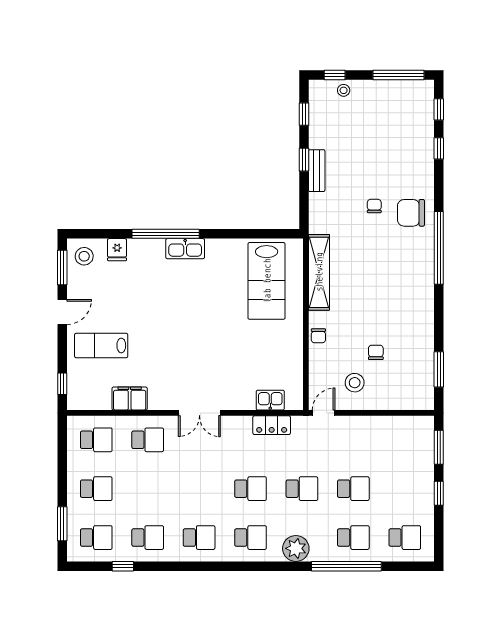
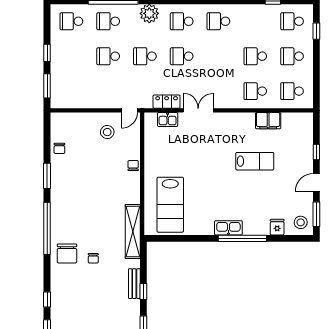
chair: (411, 213) -> (67, 253), turned 90
shelving: (319, 272) -> (133, 232), moved
lab bench: (267, 281) -> (170, 205), turned 180
lab bench: (101, 345) -> (255, 161), moved
chair: (376, 352) -> (59, 148), moved
window: (439, 369) -> (47, 176), moved
window: (62, 384) -> (316, 152), moved
double door: (199, 413) -> (198, 110), moved
window: (62, 524) -> (316, 31), width x0.67
school desk: (148, 538) -> (255, 56), moved

